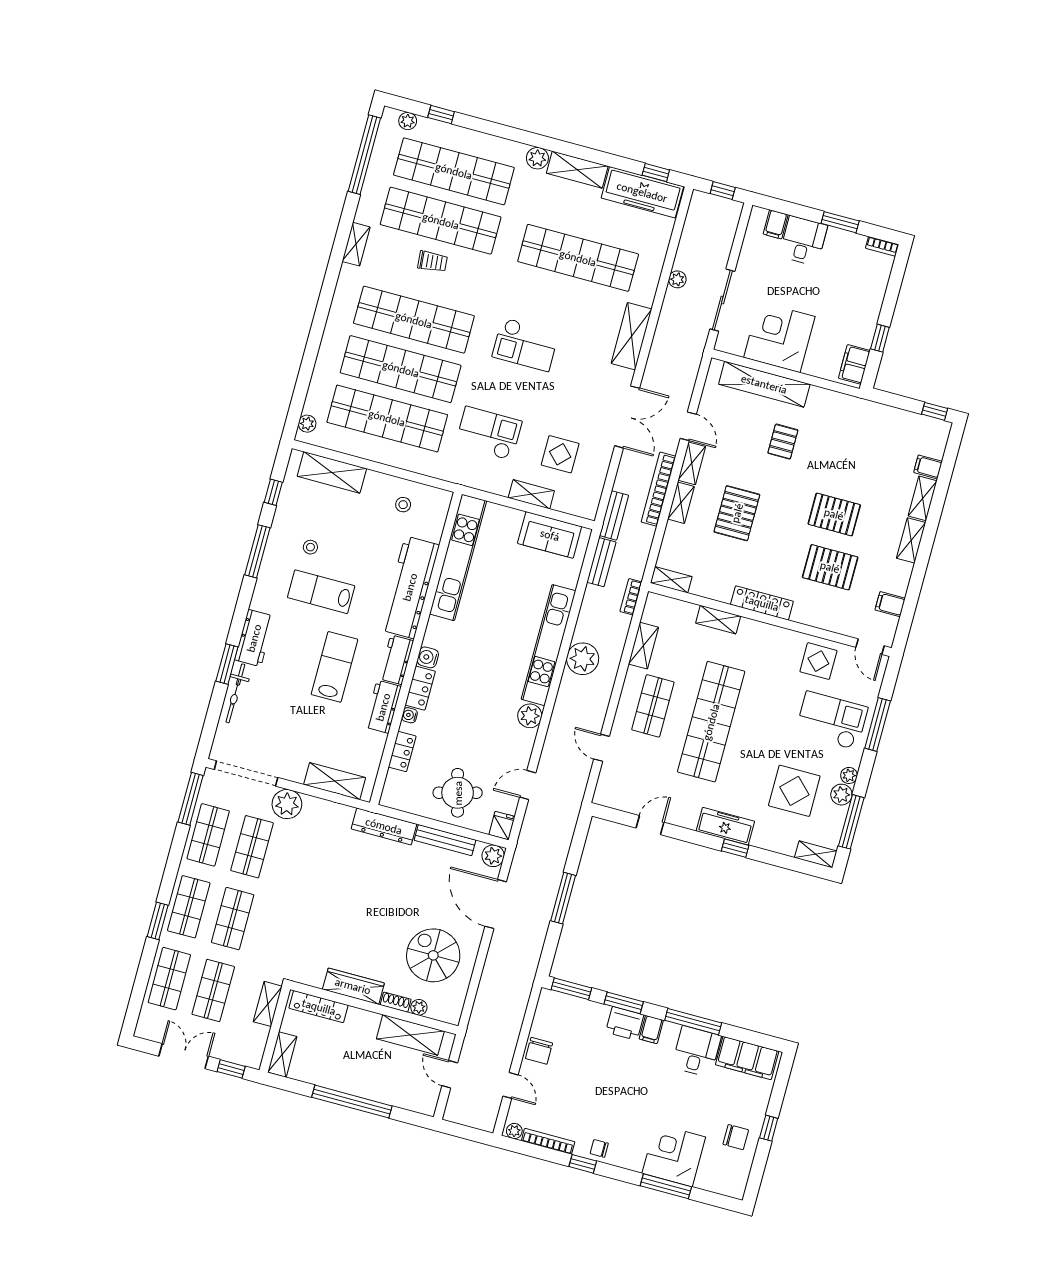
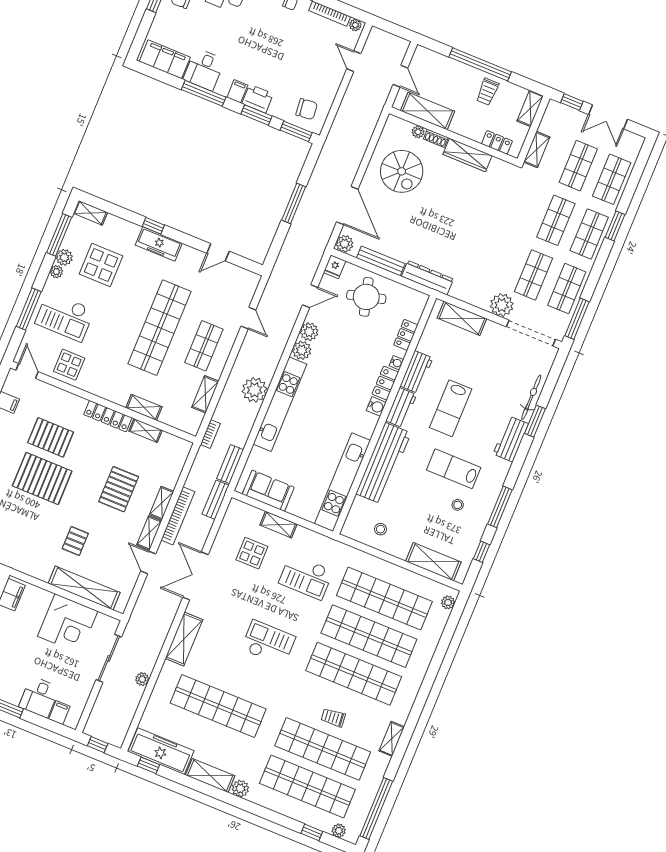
pallet: (834, 514) -> (42, 479), width x1.37, depth x1.41
shelving: (671, 580) -> (146, 431), moved
lab bench: (321, 592) -> (454, 469), turned 180
plant: (524, 740) -> (309, 332), added
locker: (319, 1007) -> (497, 142), width x0.66
chair: (539, 1051) -> (307, 109), moved, turned 84
trolley: (338, 1068) -> (487, 92), added

